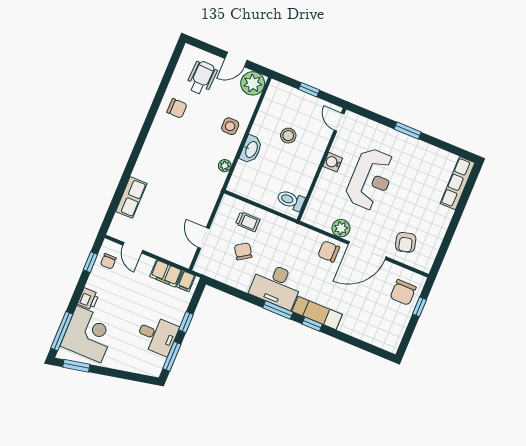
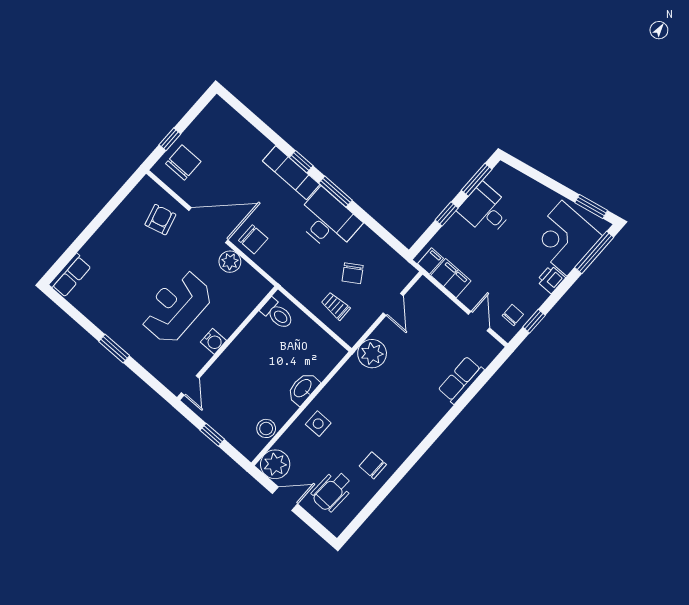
stool: (288, 136) -> (266, 428), moved
plant: (225, 166) -> (372, 354), moved, width x1.88, depth x1.88
row of seats: (458, 183) -> (70, 275), width x0.68

